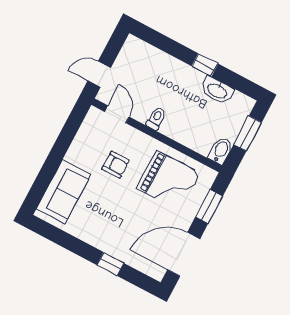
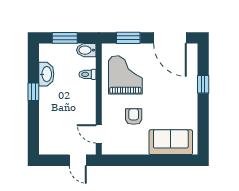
door: (117, 114) -> (99, 134), hinge flipped
toilet: (156, 118) -> (88, 74), moved

